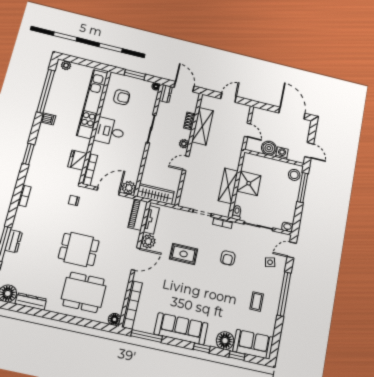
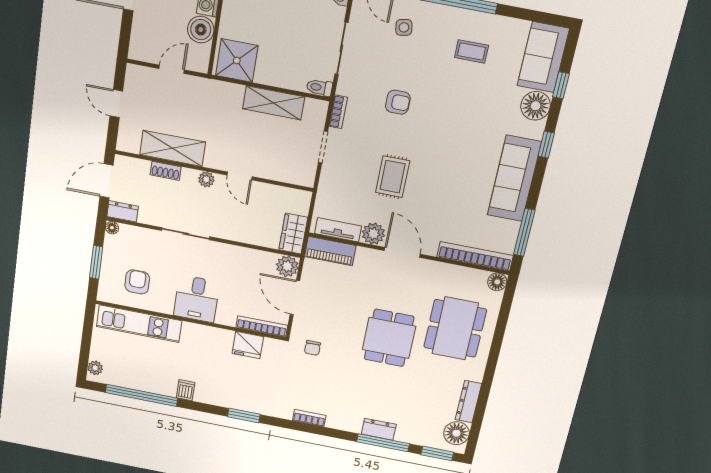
kitchen unit: (92, 104) -> (139, 324), width x0.73
shower: (249, 183) -> (237, 61), moved
wardrobe: (155, 194) -> (293, 234), width x0.67

